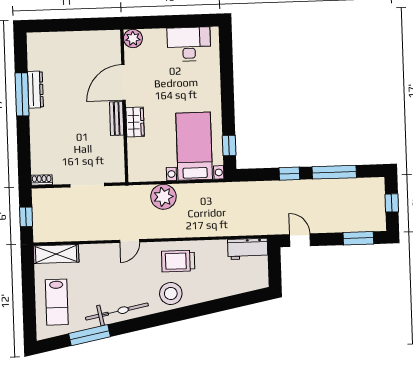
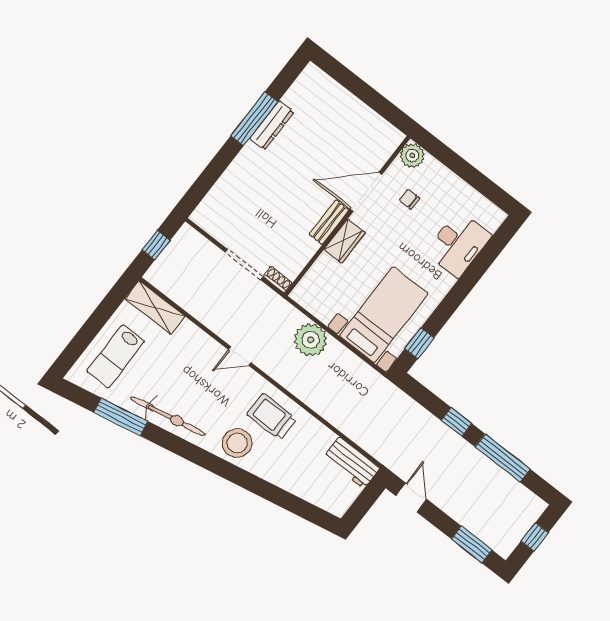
desk: (189, 44) -> (458, 244), moved, turned 90
chair: (153, 66) -> (410, 199), added
shoe rack: (42, 180) -> (278, 280), moved

